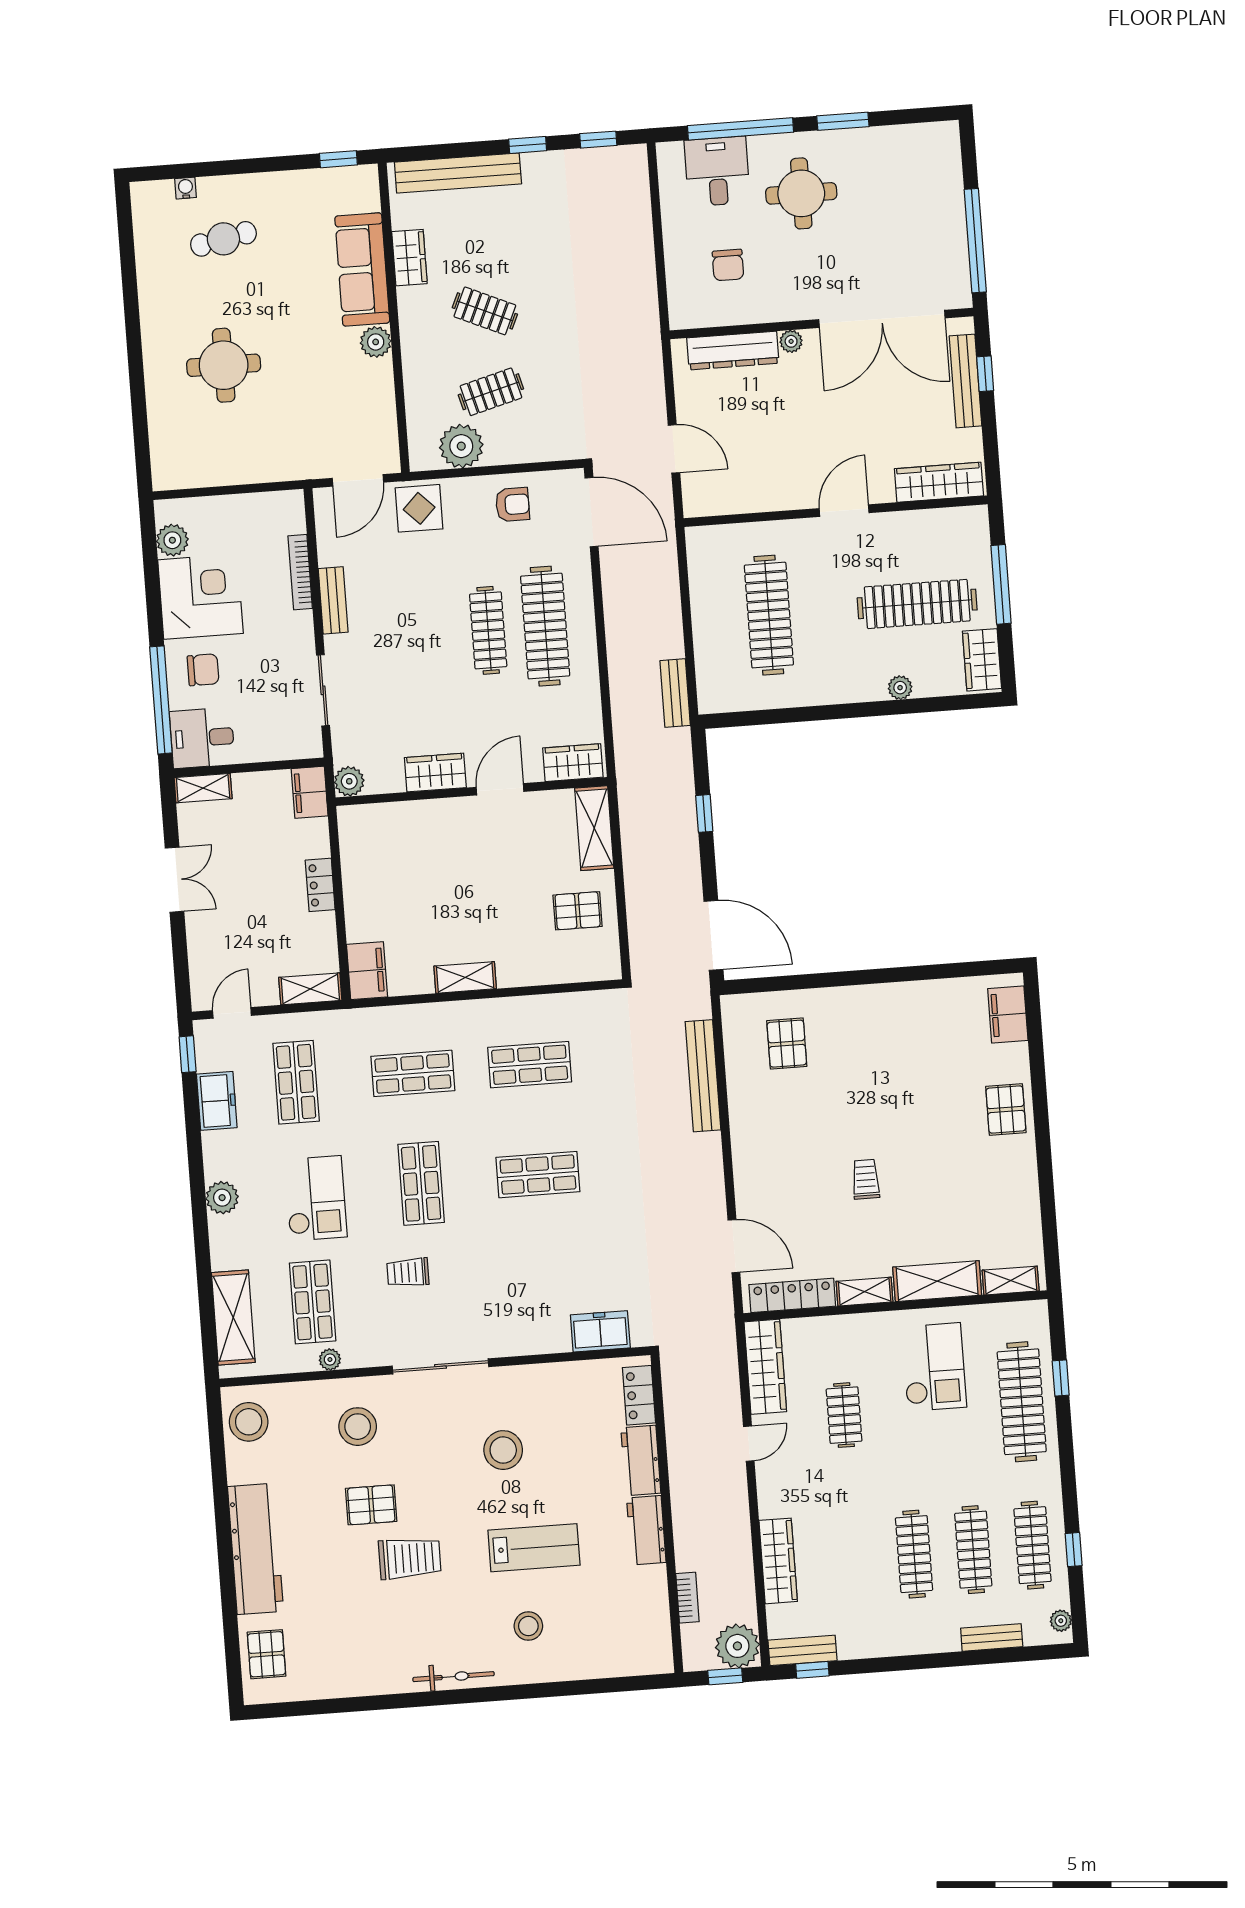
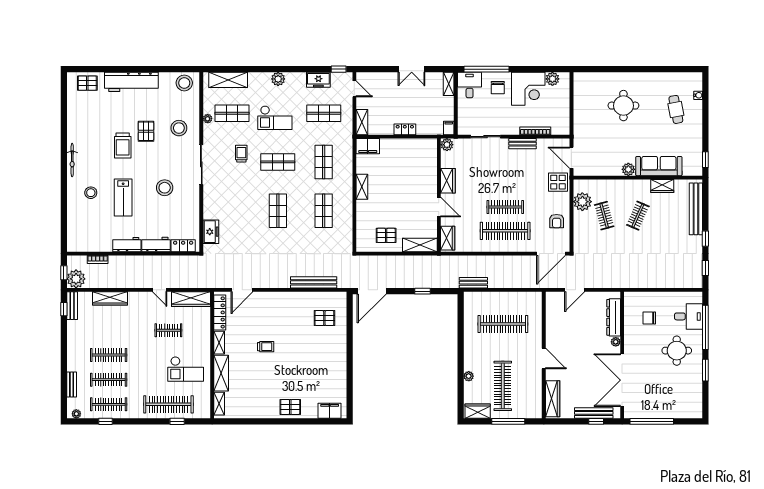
filing cabinet: (310, 792) -> (449, 128), width x0.50
pallet: (578, 911) -> (386, 235), turned 90

